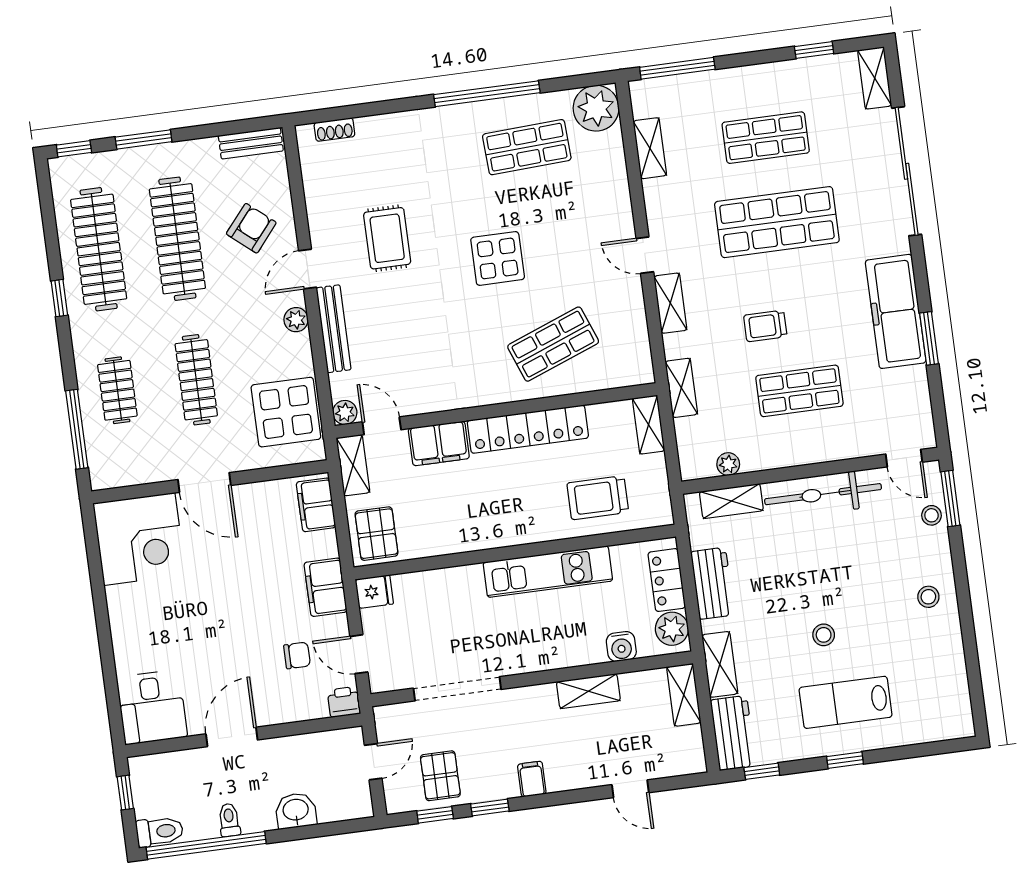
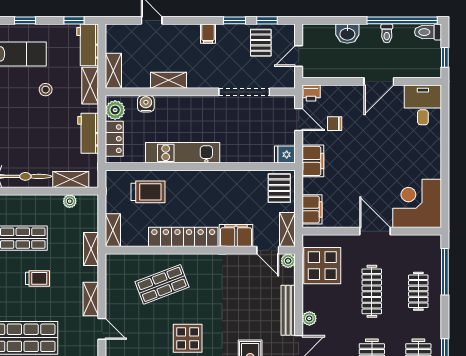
stool: (824, 635) -> (46, 90), moved

